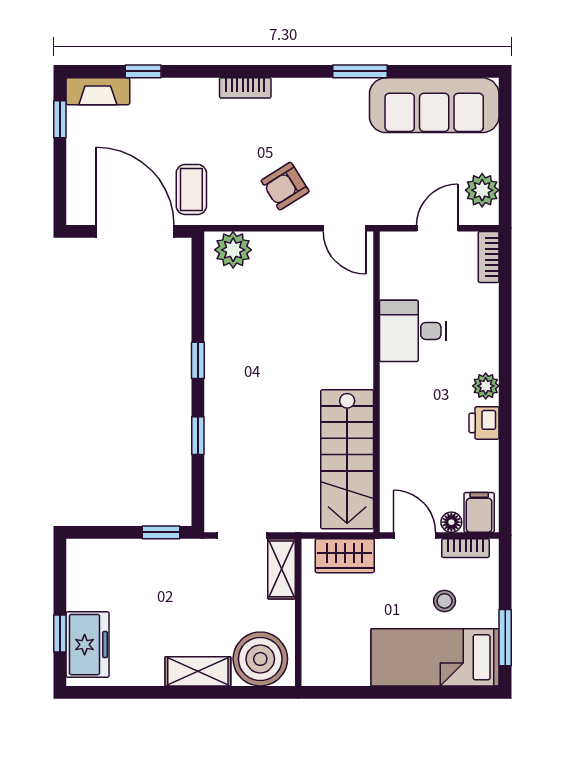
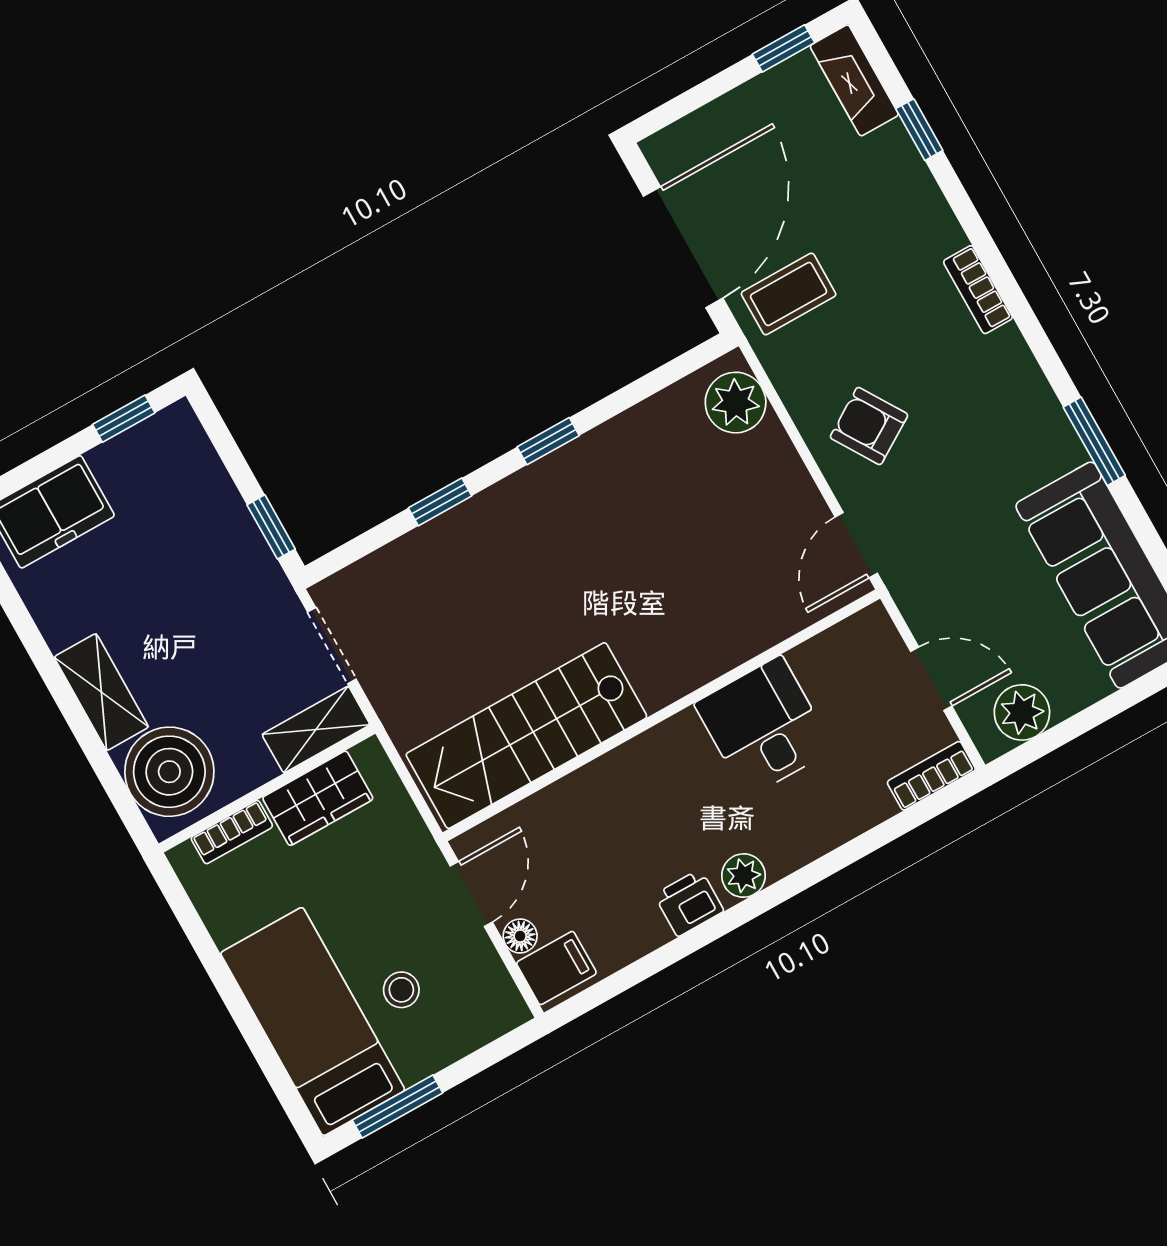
bookcase: (466, 548) -> (232, 832), moved, turned -90
wardrobe: (345, 556) -> (318, 798), moved, turned -90
window: (60, 633) -> (124, 419), moved

